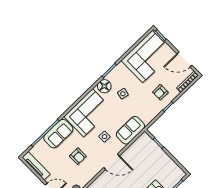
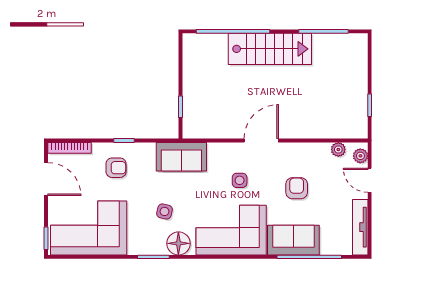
sofa: (130, 130) -> (181, 157), moved
door: (112, 162) -> (261, 140), hinge flipped

